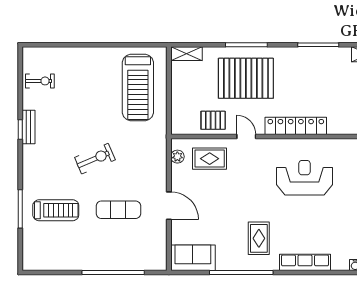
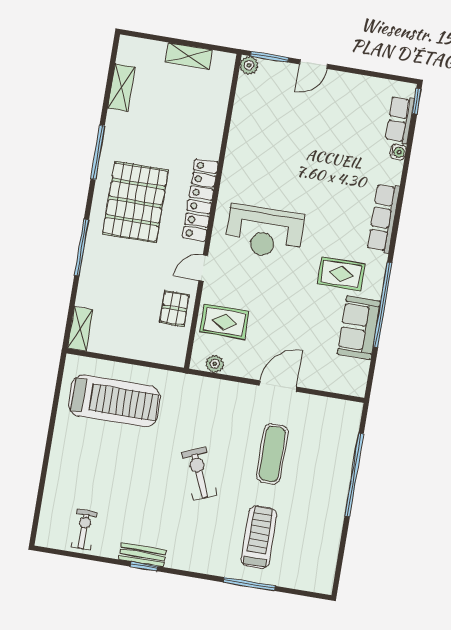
pallet: (246, 78) -> (135, 202), moved
rug: (210, 159) -> (224, 322), turned 90
reception desk: (304, 178) -> (264, 232), moved, turned -90
sofa: (193, 258) -> (359, 328), moved

